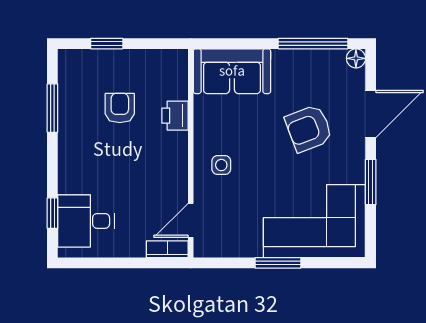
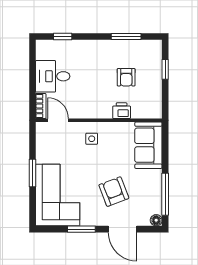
armchair: (120, 108) -> (126, 77), turned 90
desk: (86, 221) -> (53, 76), moved, turned -90

